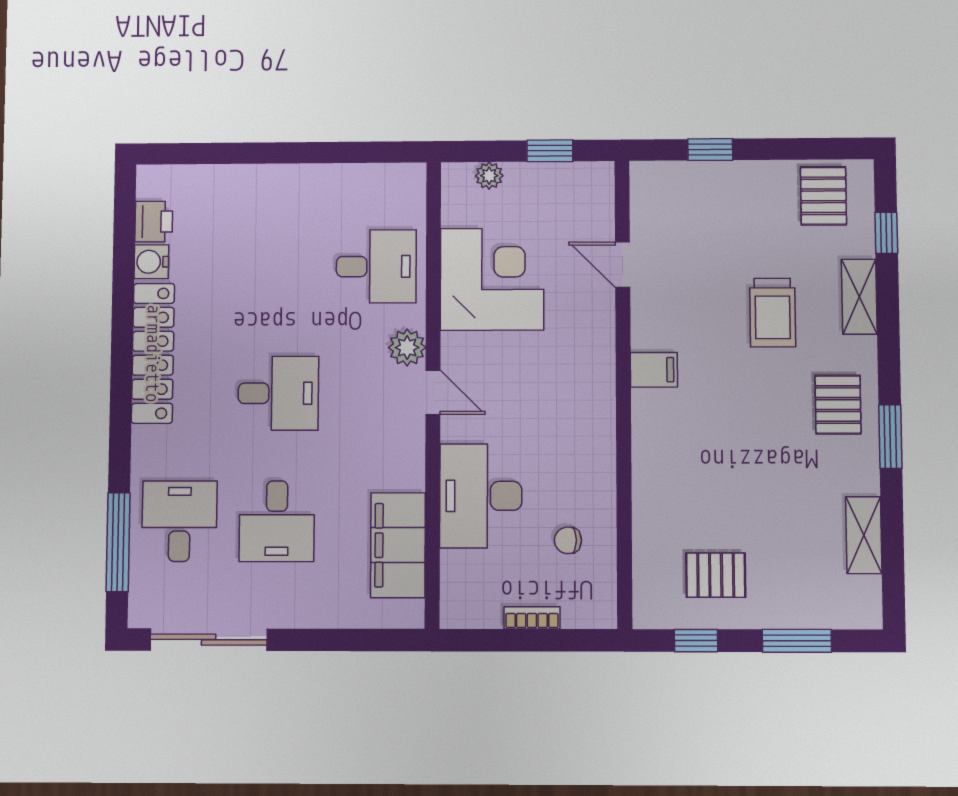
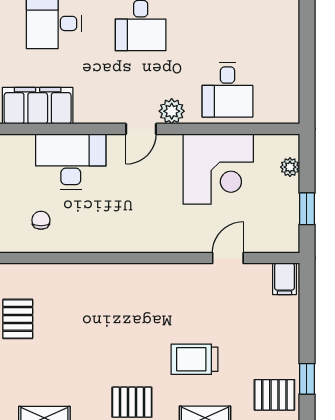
window: (710, 150) -> (307, 379), moved
filing cabinet: (654, 370) -> (284, 279), moved

